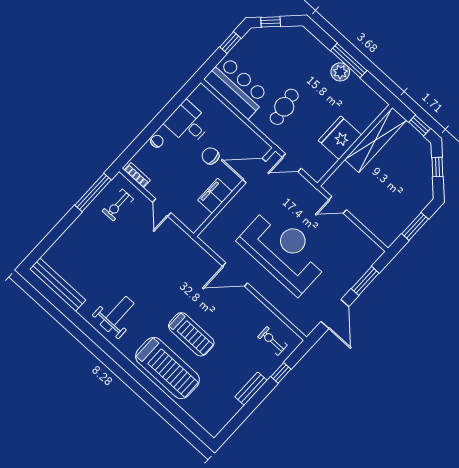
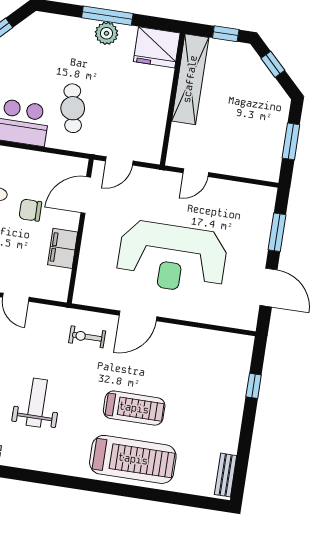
fridge: (340, 138) -> (157, 47), moved, turned -90
reception desk: (284, 251) -> (172, 257), turned 180
weight bench: (117, 314) -> (37, 403), moved
exercise bike: (272, 341) -> (87, 337), moved
bench: (251, 389) -> (226, 475), moved

